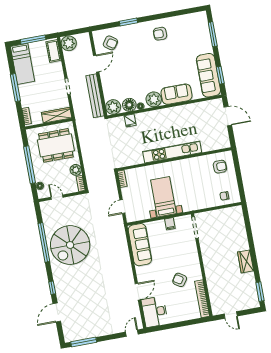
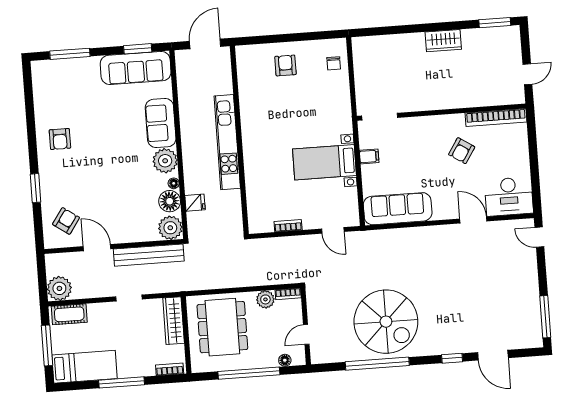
kitchen unit: (172, 152) -> (227, 142), moved
wall: (174, 159) -> (239, 140), moved

